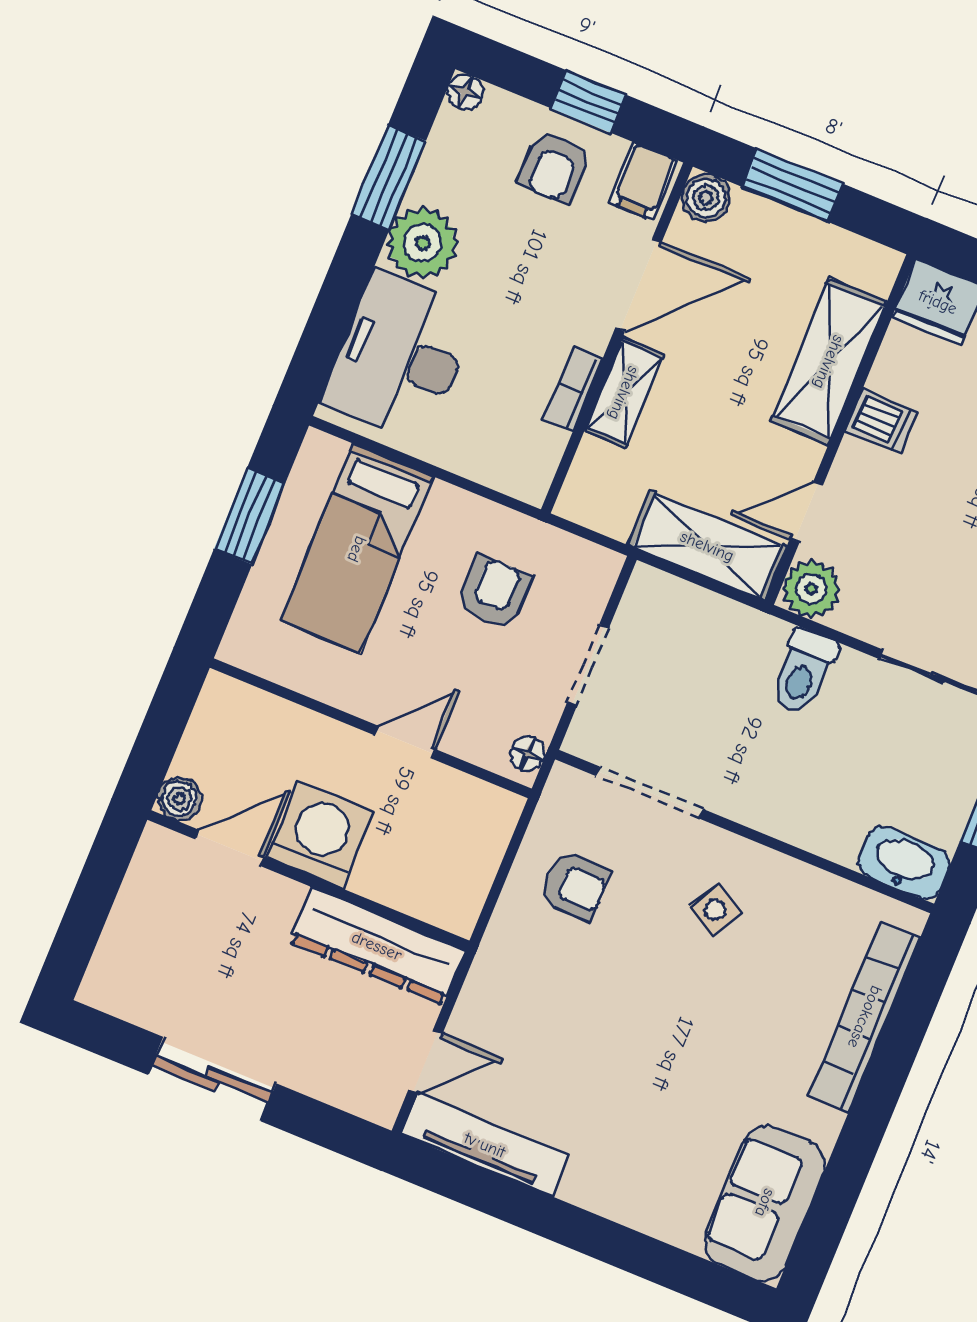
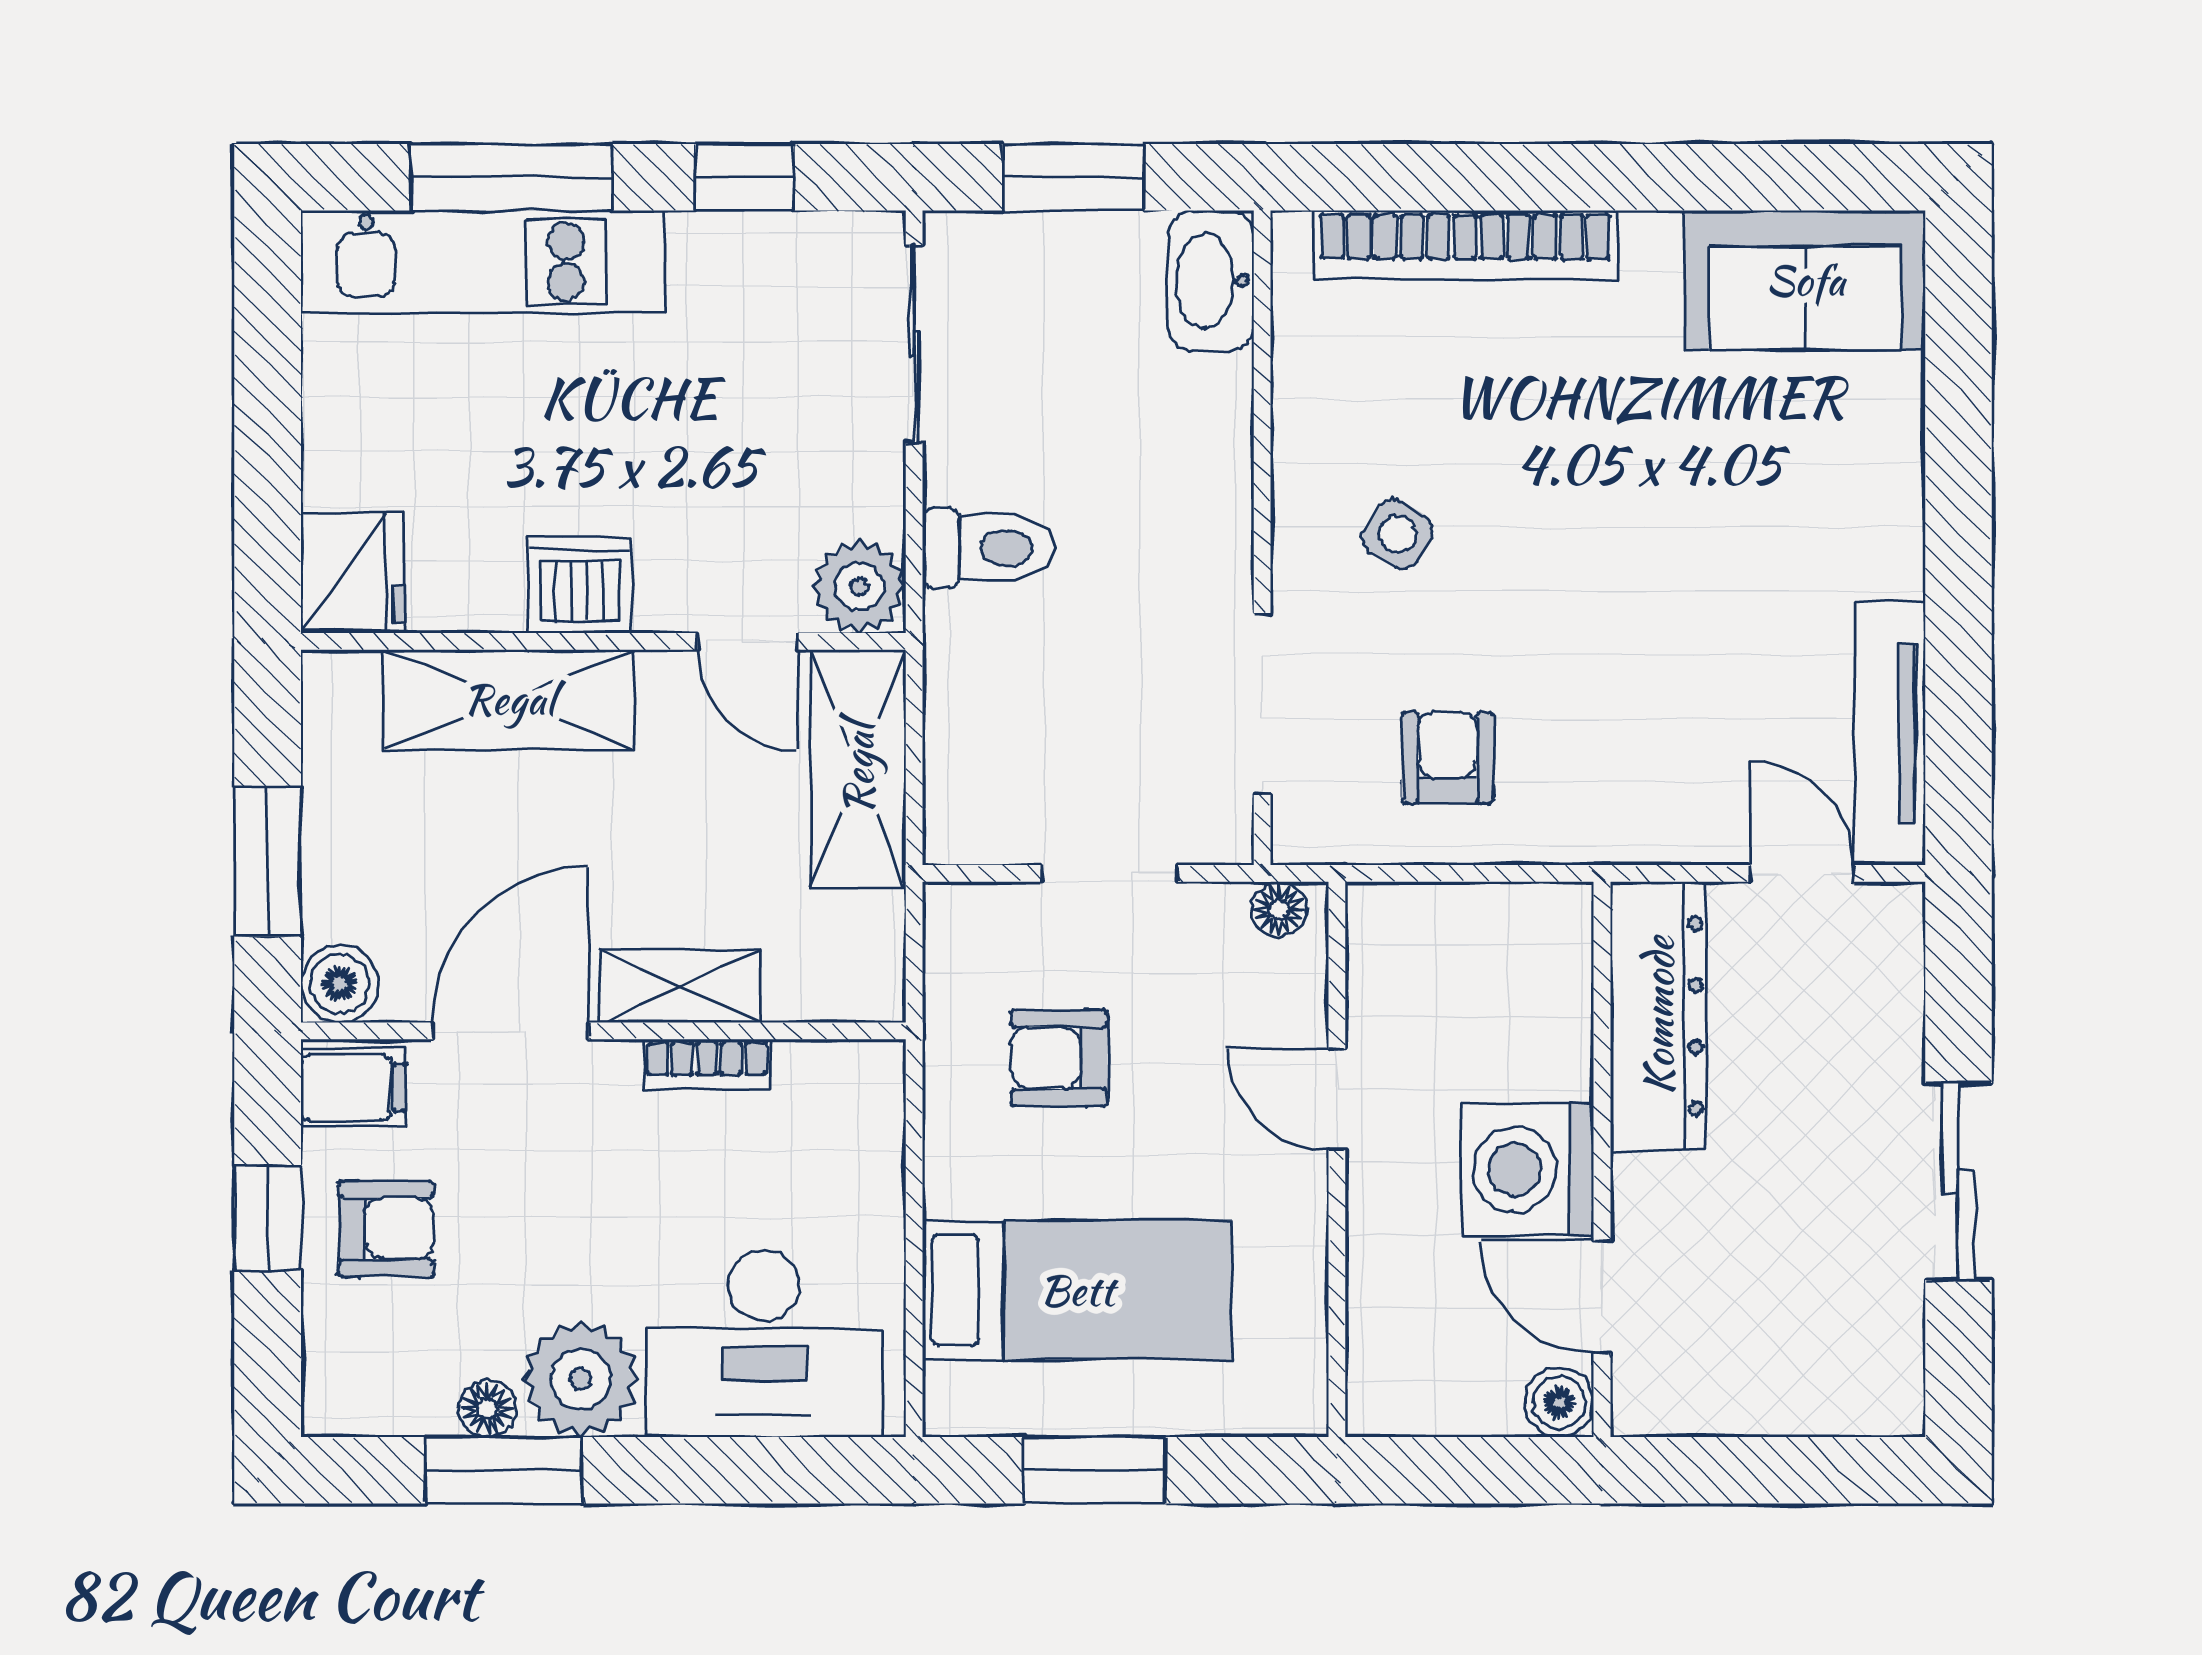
floor lamp: (465, 92) -> (487, 1408), moved
door: (639, 285) -> (511, 1031), hinge flipped
dishwasher: (881, 421) -> (580, 585), width x1.38

